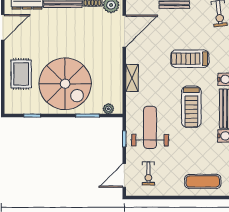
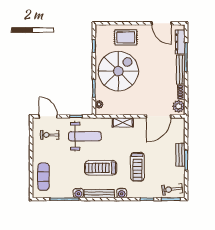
door: (124, 31) -> (159, 116), hinge flipped
treadmill: (190, 59) -> (137, 167), turned 180
spiral stairs: (65, 84) -> (118, 71), turned 180

